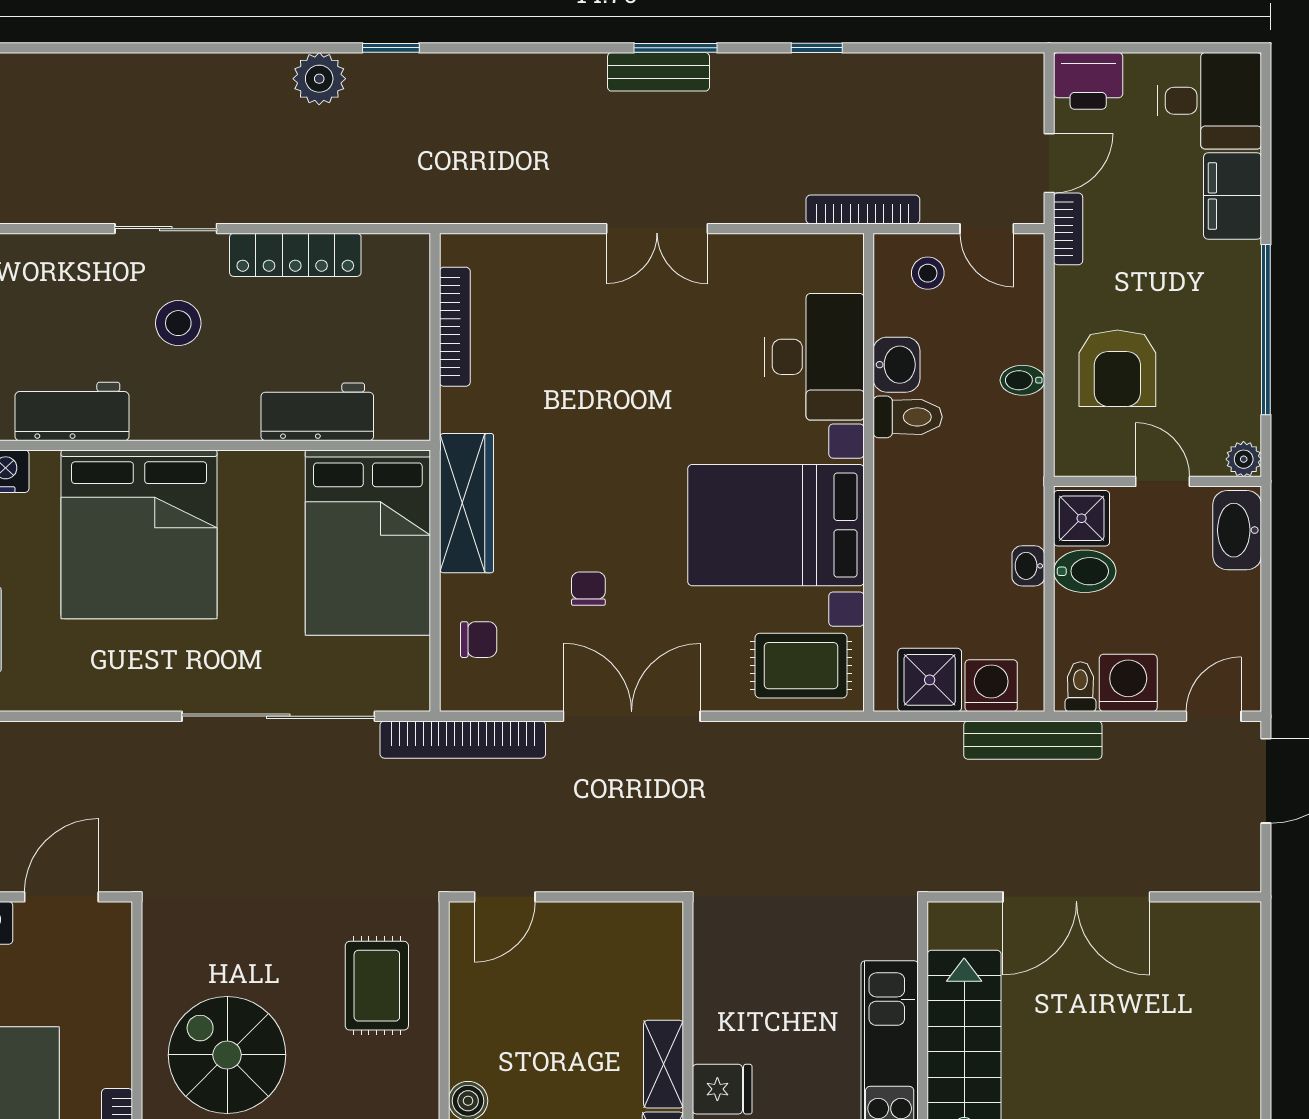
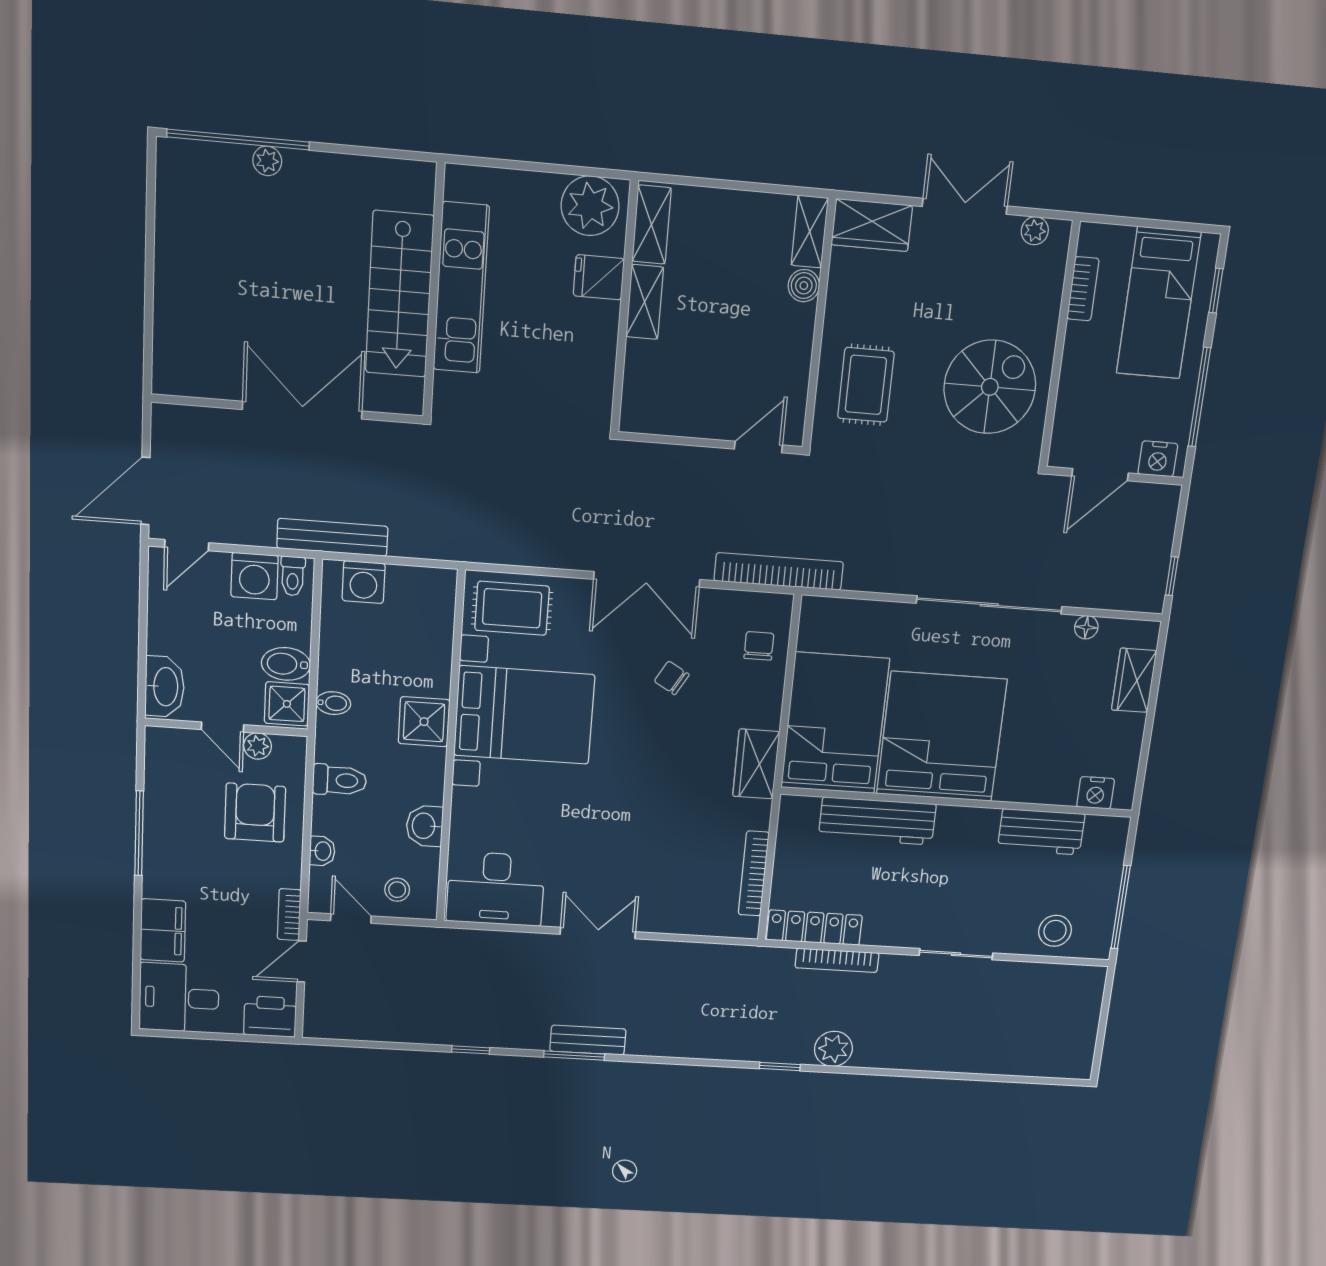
bookcase: (863, 209) -> (837, 960), moved
locker: (295, 255) -> (814, 928), moved
stool: (178, 323) -> (1055, 931), moved
window: (1266, 330) -> (139, 833), width x0.68
desk: (814, 357) -> (496, 889), moved, turned -90
bidet: (1022, 380) -> (333, 703), moved
workbench: (317, 412) -> (877, 821), width x1.38
toilet: (908, 417) -> (339, 780), moved, turned 180
plant: (1244, 459) -> (258, 746), moved
wardrobe: (467, 503) -> (756, 764), width x0.67
bed: (139, 534) -> (942, 737), moved
washbasin: (1028, 566) -> (322, 851), moved
chair: (588, 589) -> (672, 678), turned 120
chair: (479, 640) -> (759, 646), turned 90
shower: (930, 680) -> (424, 722), moved
floor lamp: (51, 696) -> (1086, 627), added
sliding door: (278, 716) -> (989, 605), moved
spiral stairs: (227, 1055) -> (990, 387), moved, turned -90

